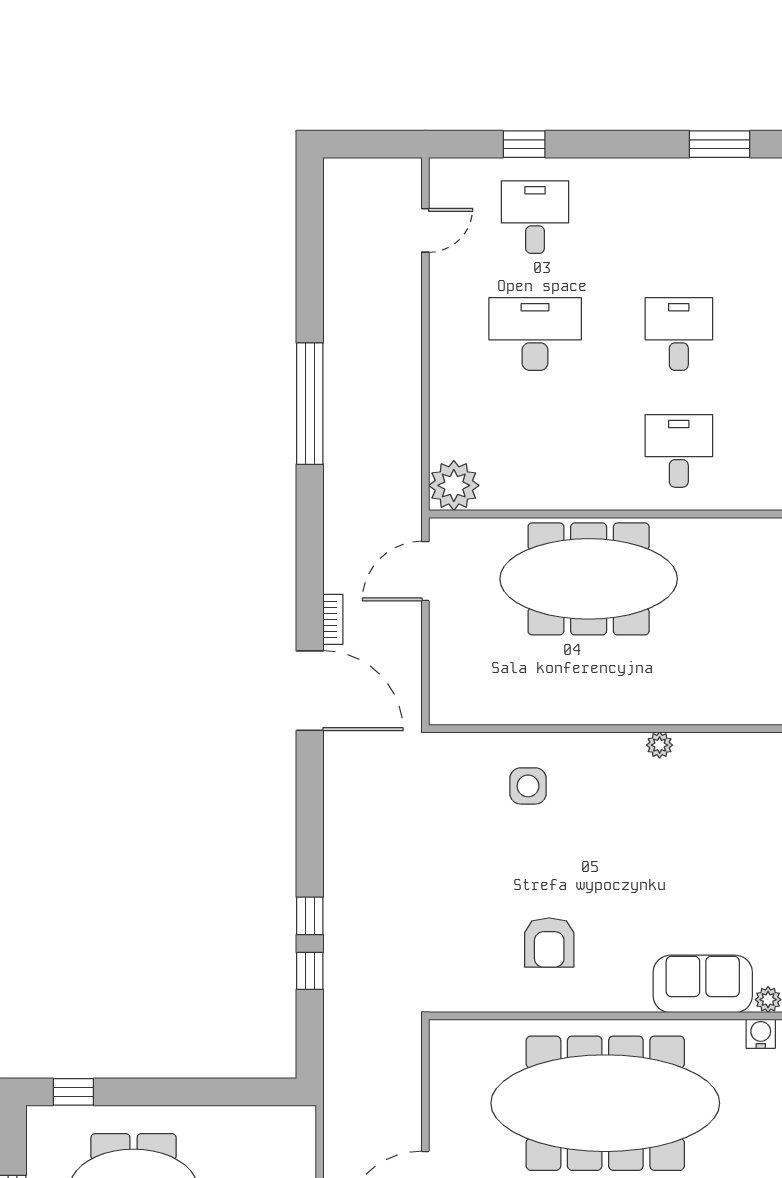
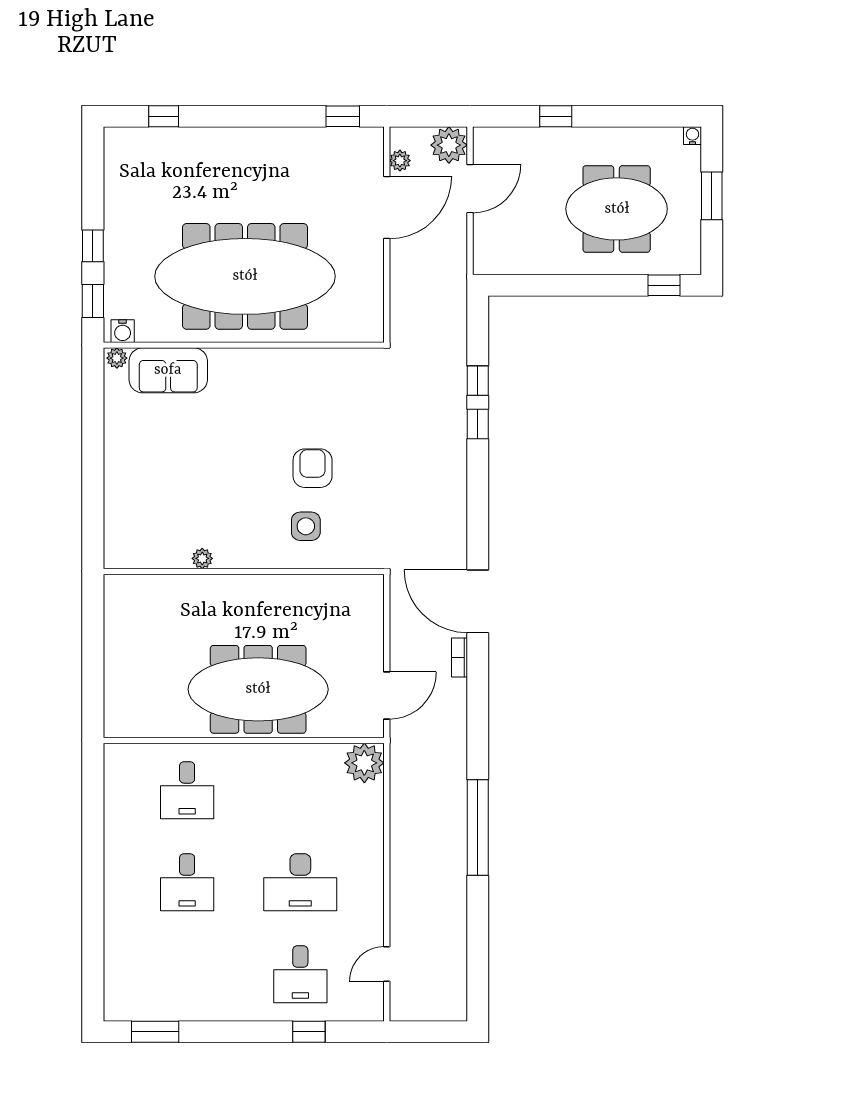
armchair: (549, 943) -> (313, 468), moved

